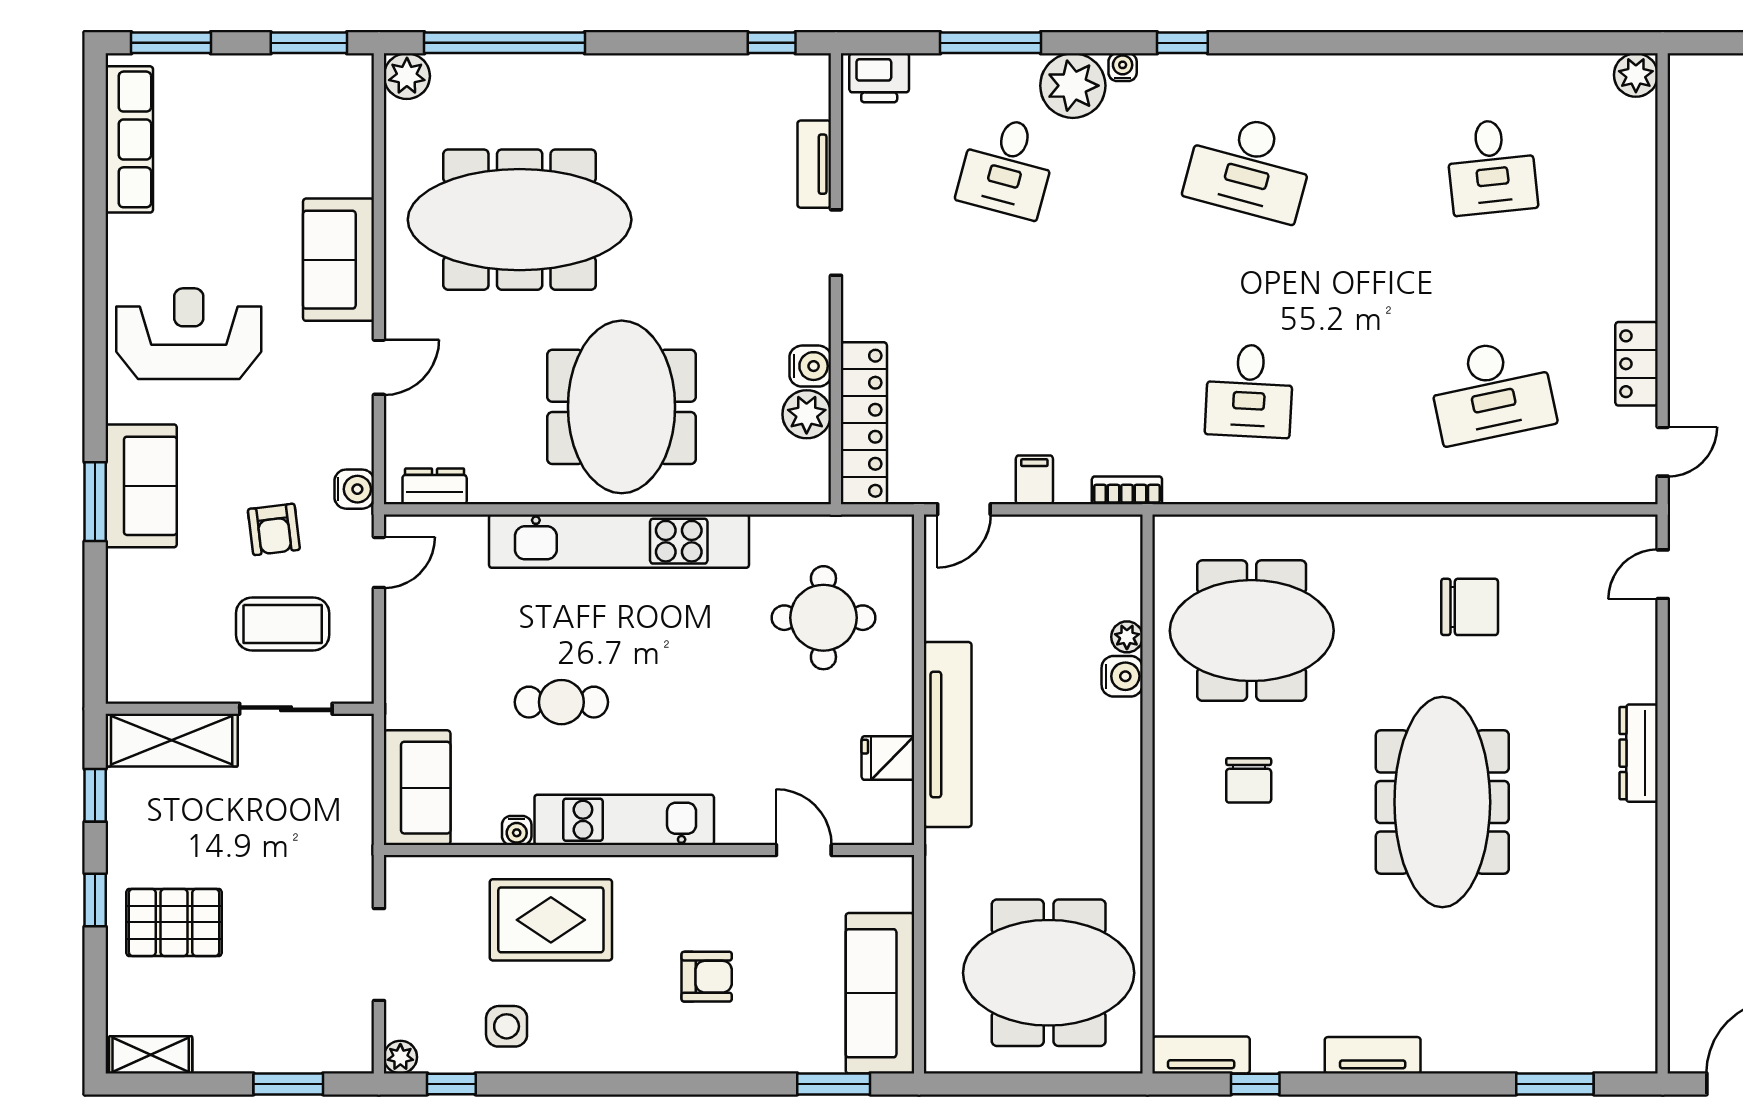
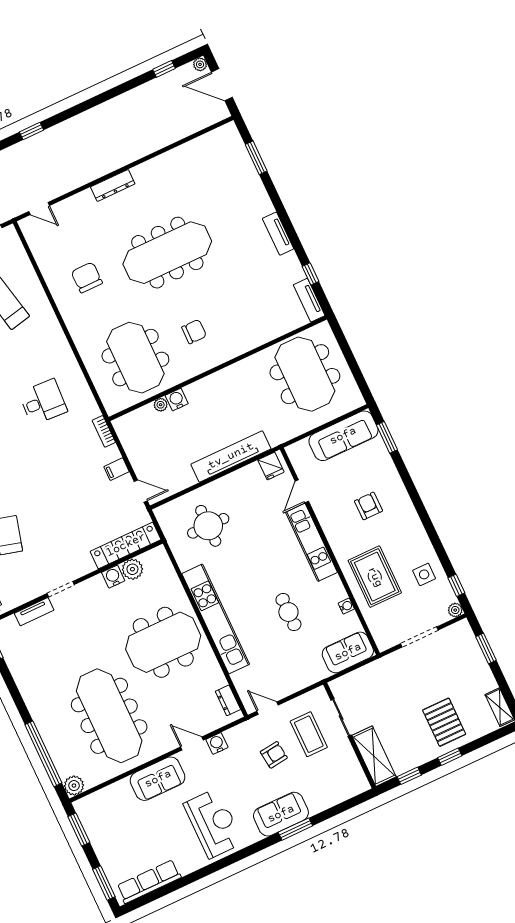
reception desk: (189, 334) -> (213, 823), turned 180
water cooler: (354, 489) -> (217, 743), moved
fridge: (888, 758) -> (271, 466), moved
kitchen unit: (624, 820) -> (311, 542), moved

